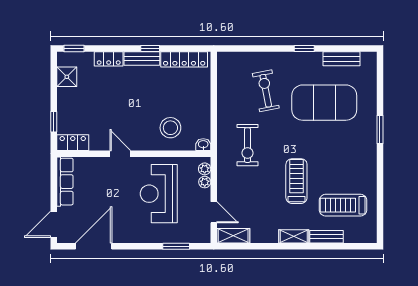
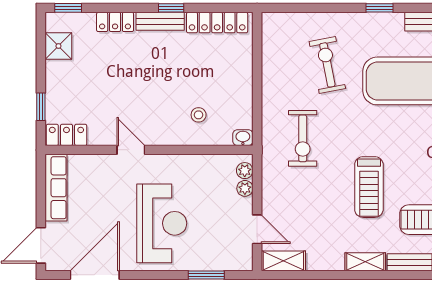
stool: (170, 128) -> (199, 115), width x0.53, depth x0.53
treadmill: (296, 181) -> (369, 187), turned 180
reception desk: (159, 194) -> (162, 223), moved, turned 180

